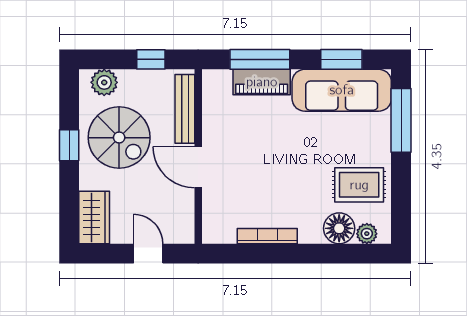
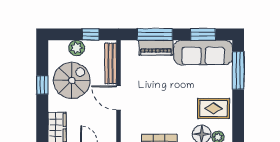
plant: (104, 82) -> (77, 48), moved
spiral stairs: (119, 138) -> (72, 80), turned -90

